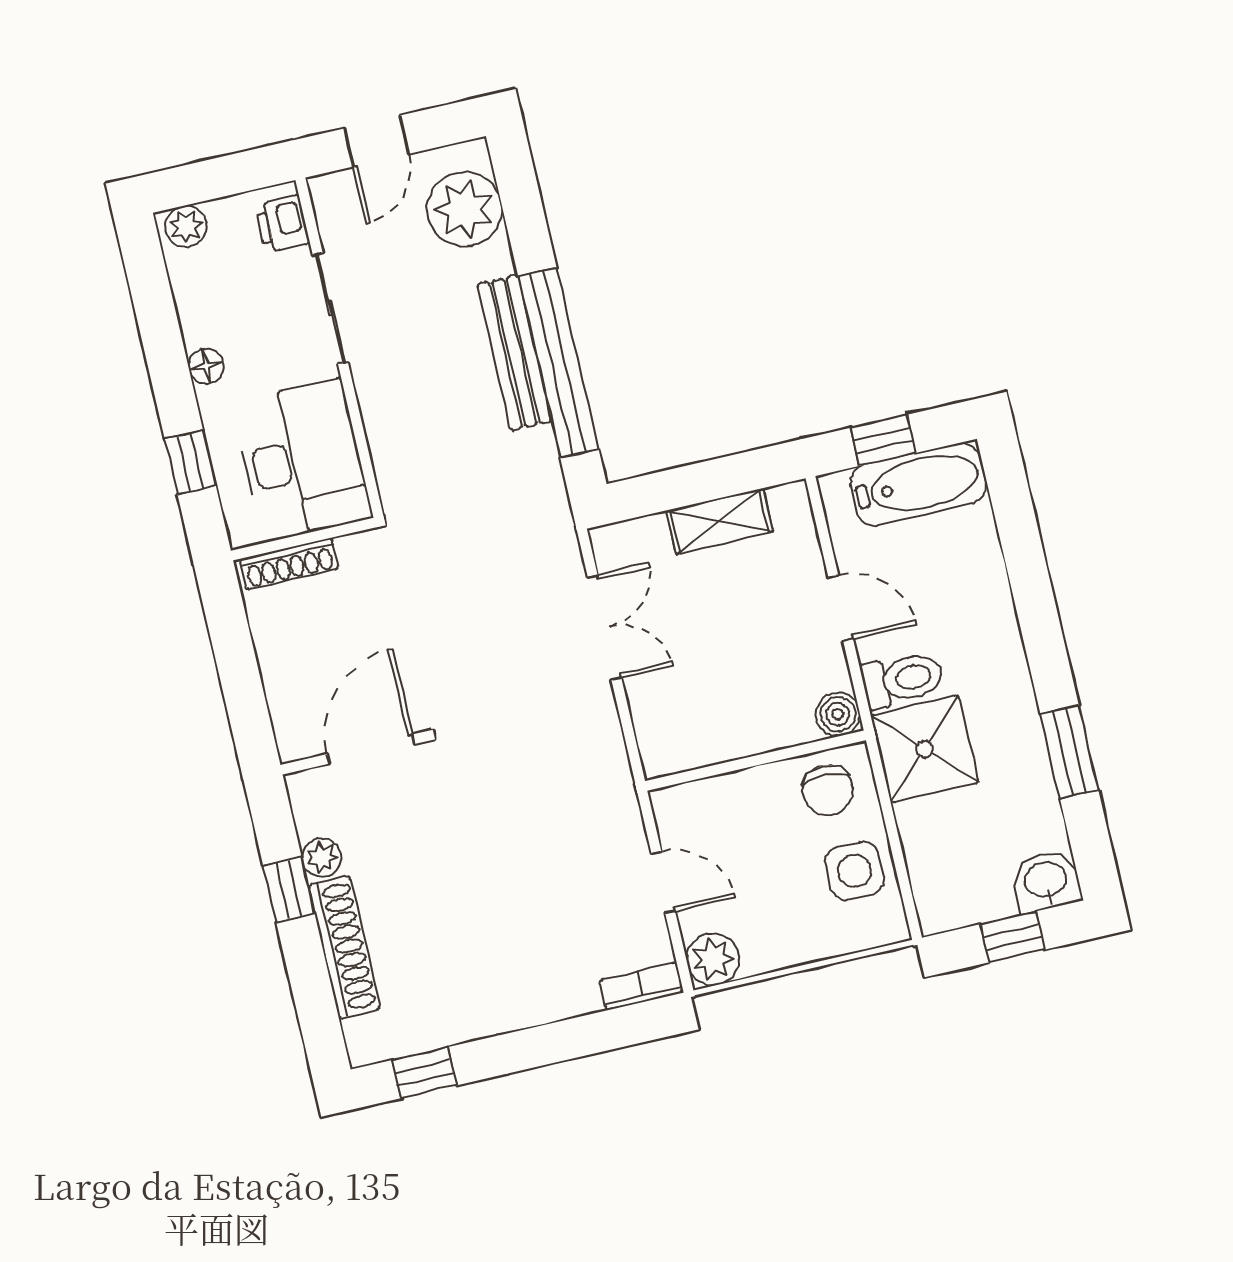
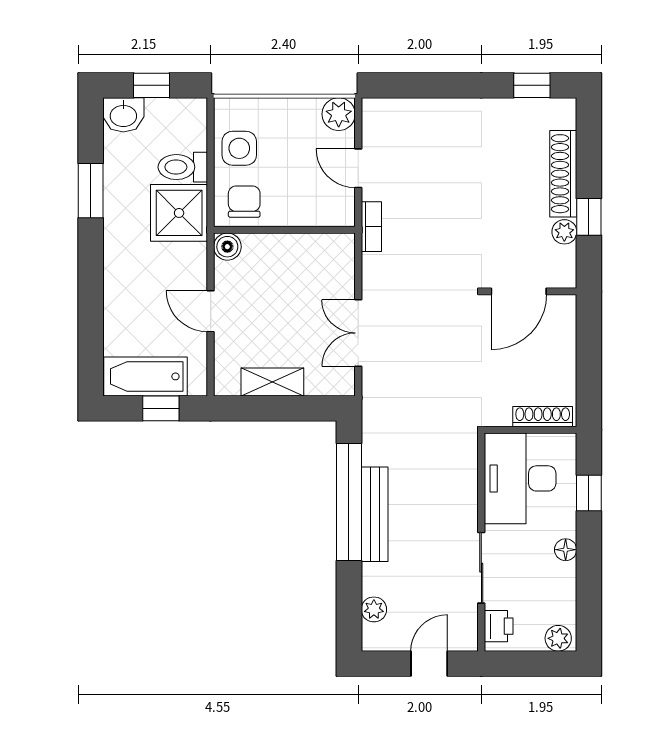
plant: (464, 209) -> (374, 609), width x0.53, depth x0.53
toilet: (902, 679) -> (183, 167), moved
bookcase: (641, 986) -> (371, 227), moved, turned -90

